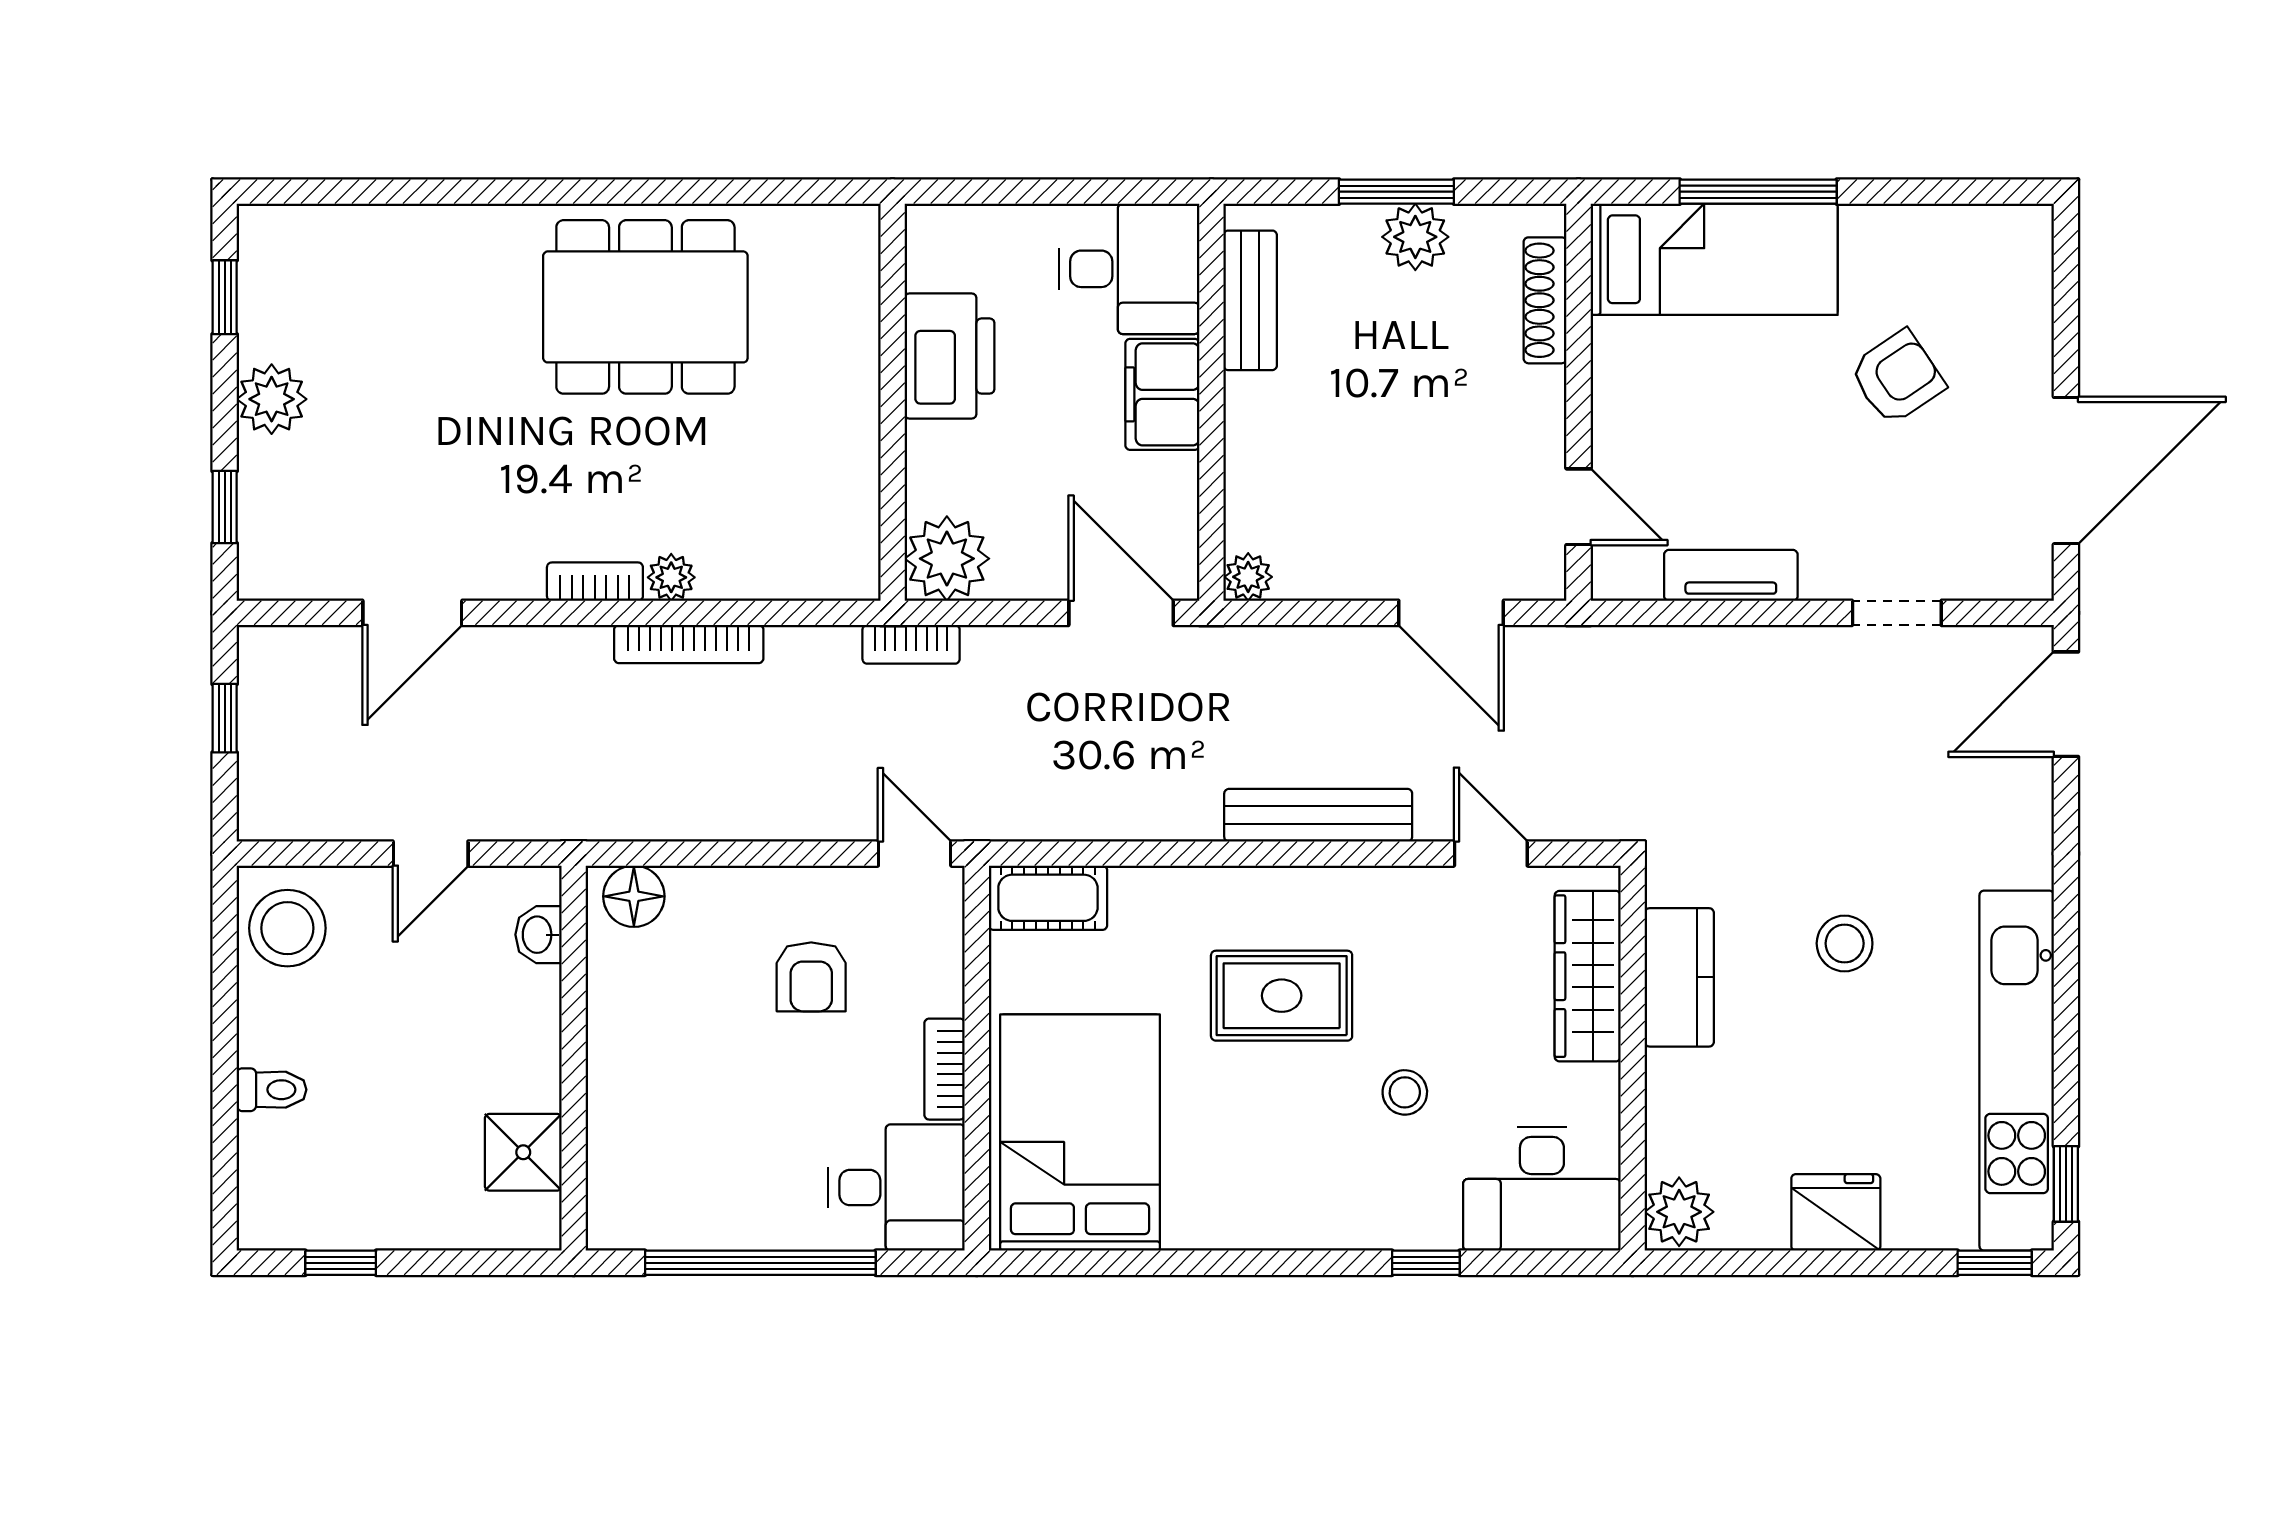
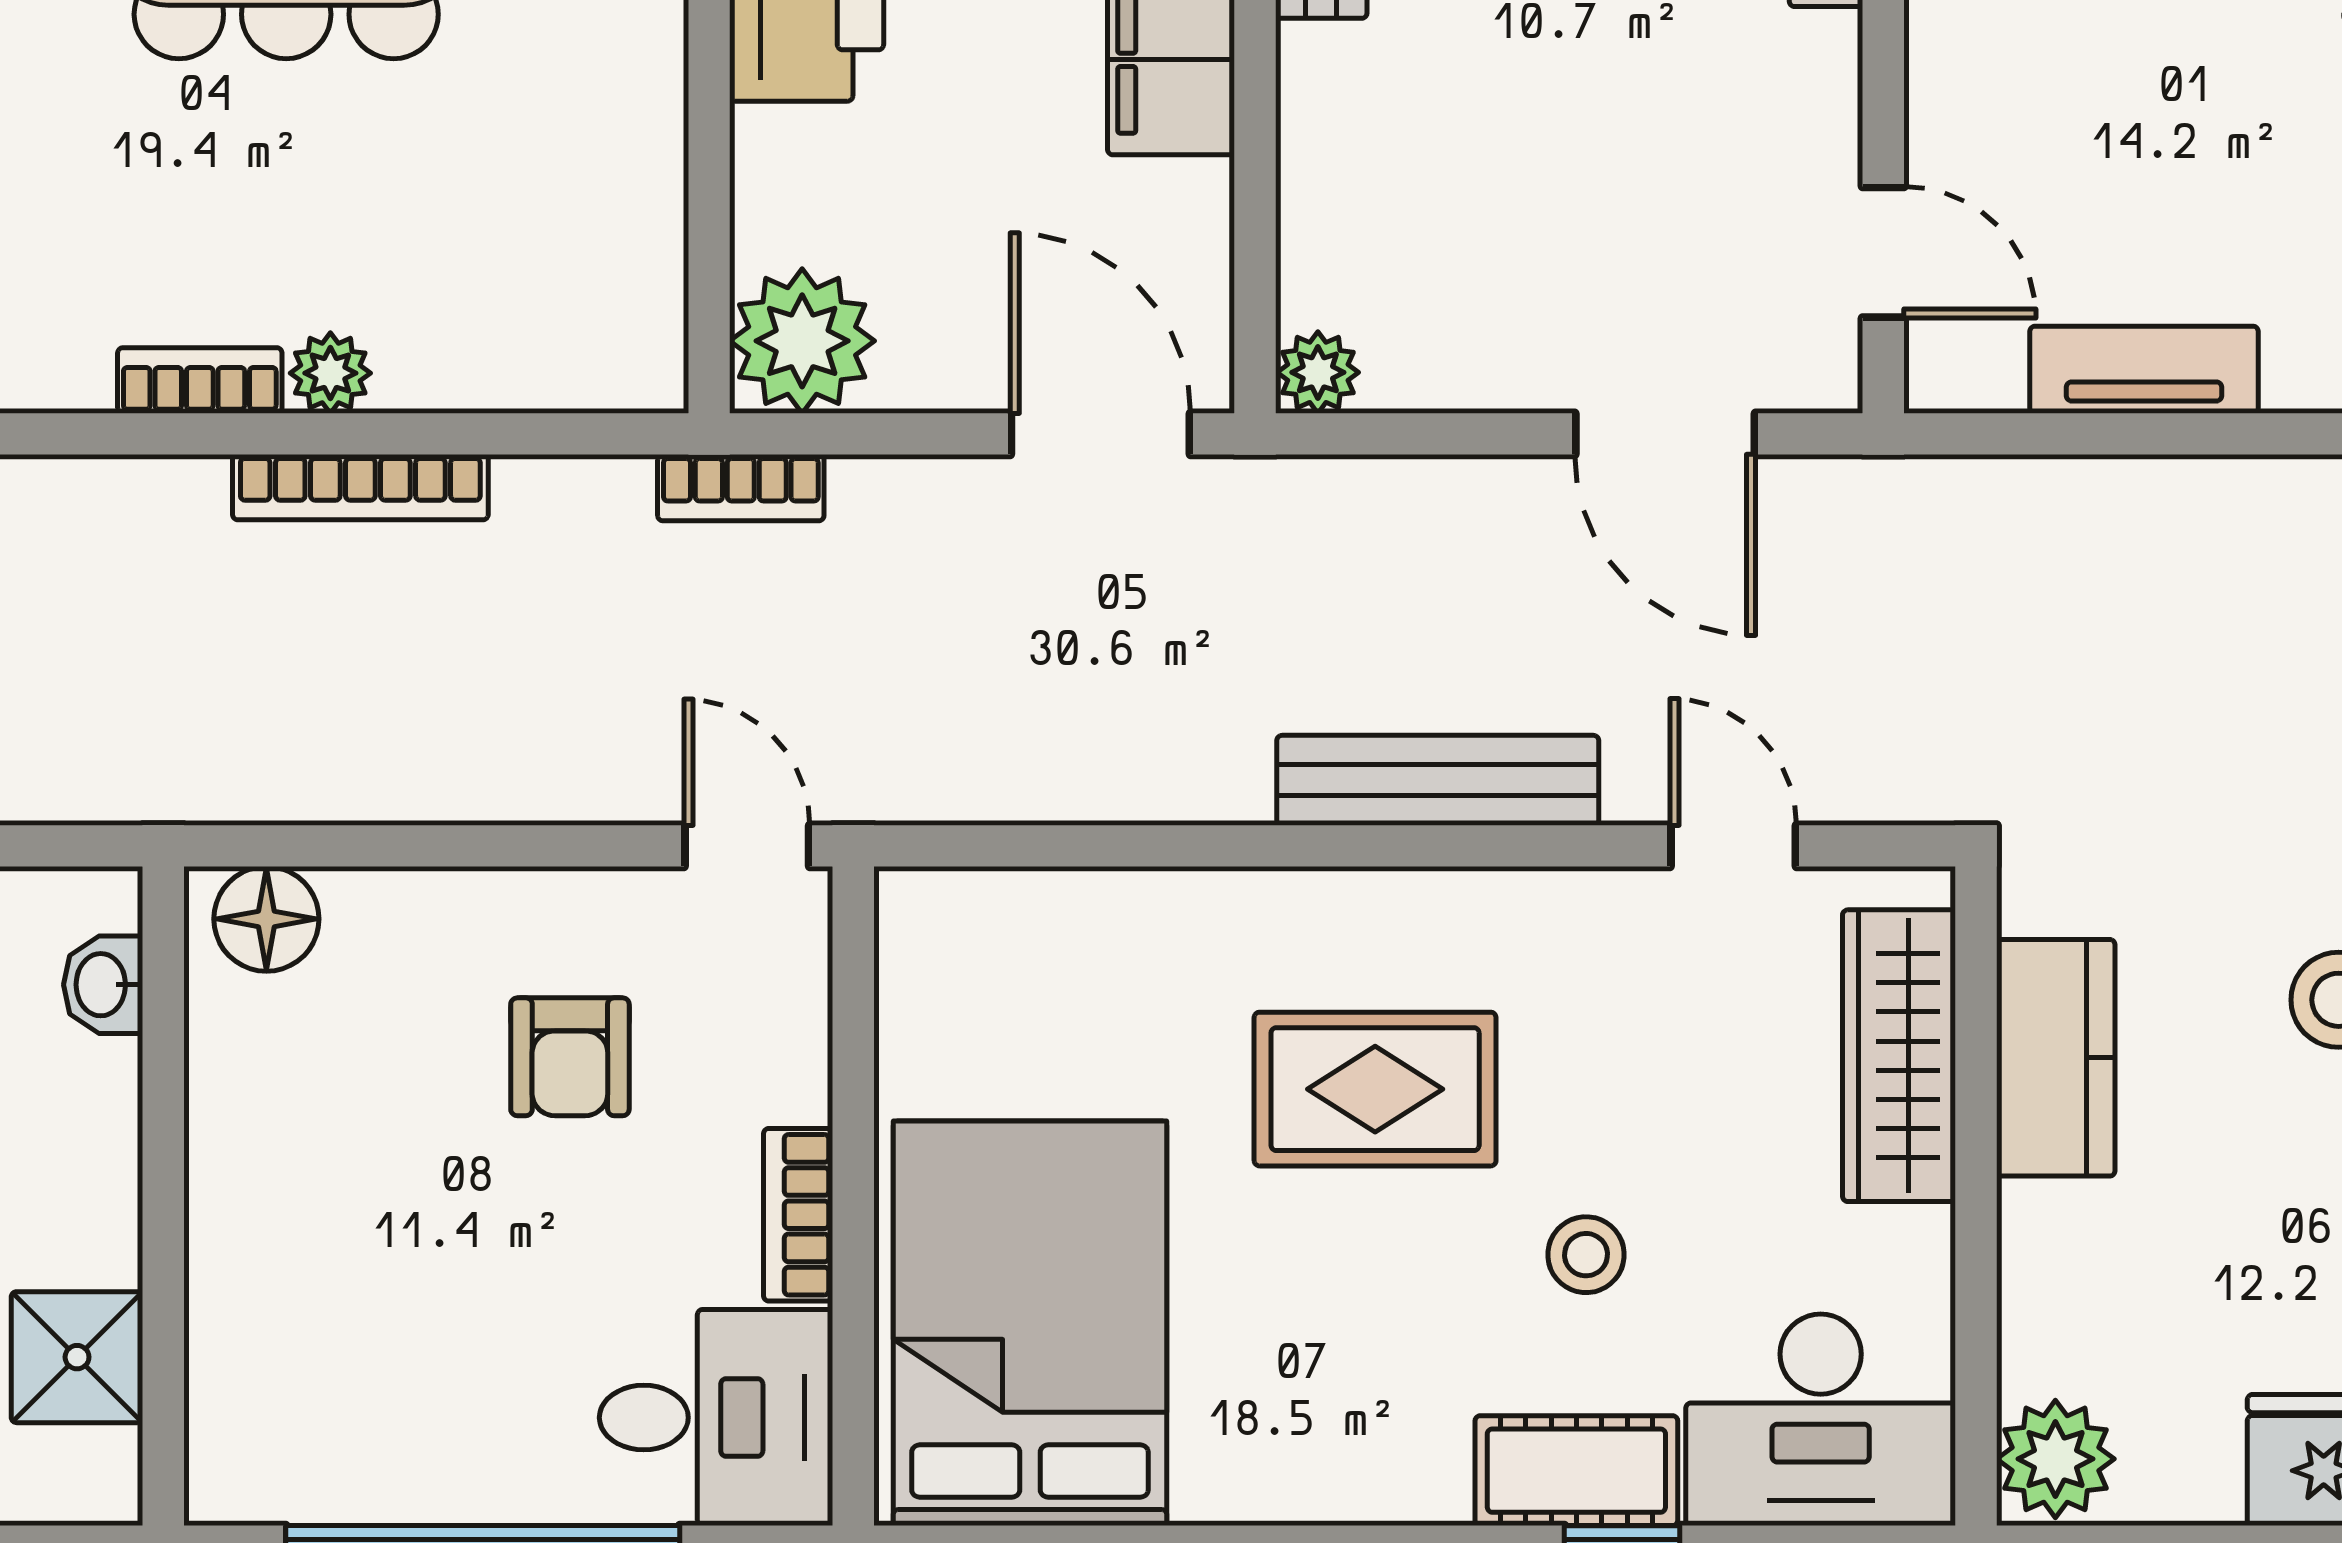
cot: (1048, 898) -> (1576, 1471), moved

